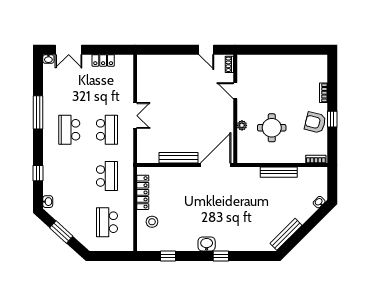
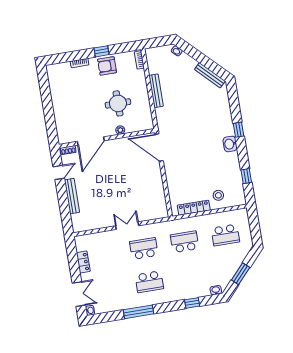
door: (235, 91) -> (91, 141), width x1.88
armchair: (315, 122) -> (107, 66), turned 76
bench: (179, 158) -> (72, 196), moved

